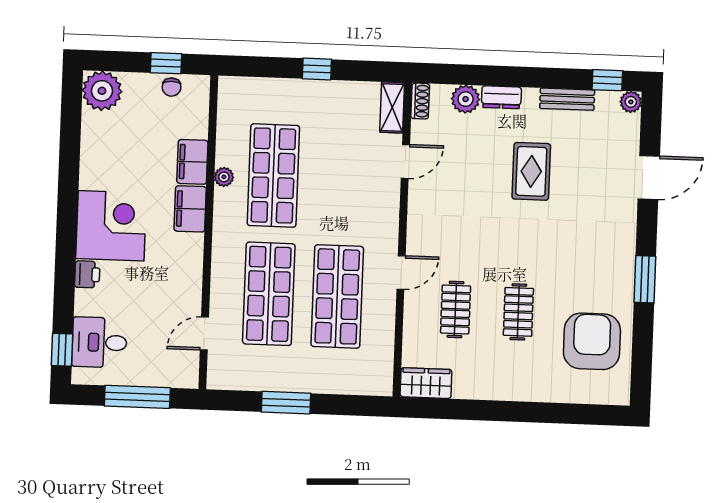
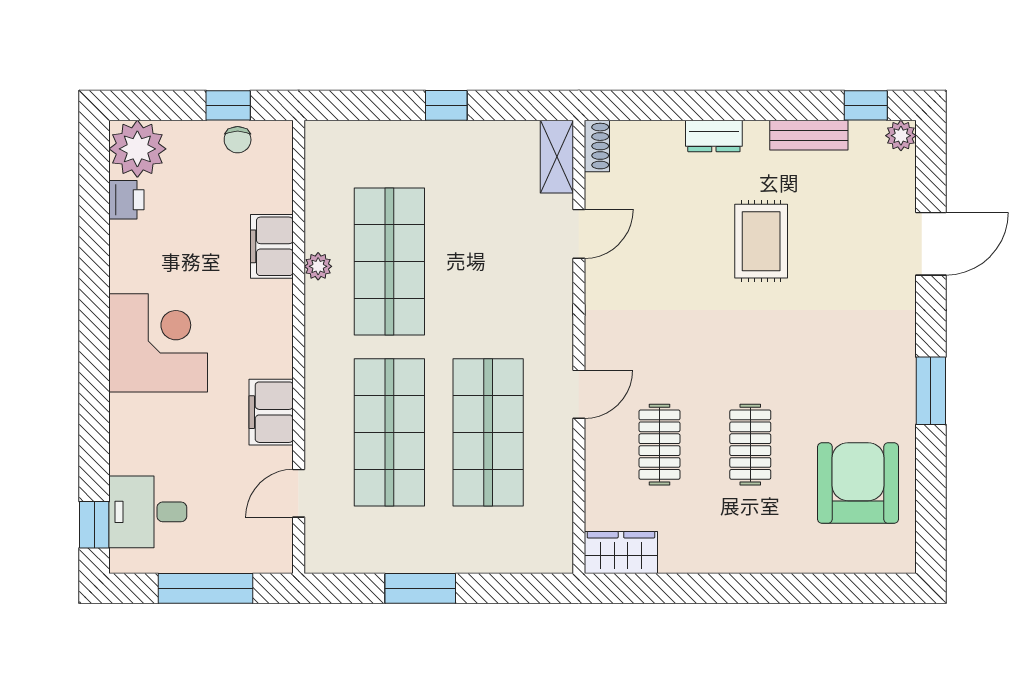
plant: (466, 99) -> (662, 141), removed
filing cabinet: (190, 209) -> (271, 412), moved
printer: (87, 274) -> (126, 200), moved

